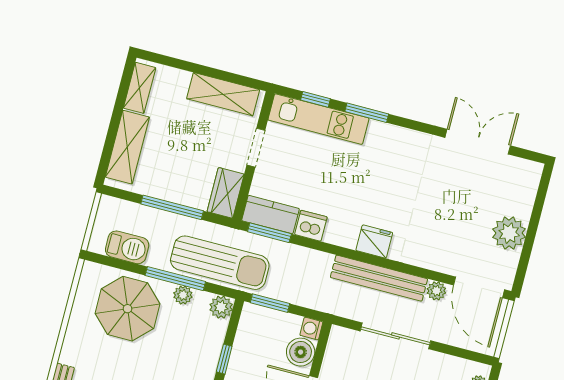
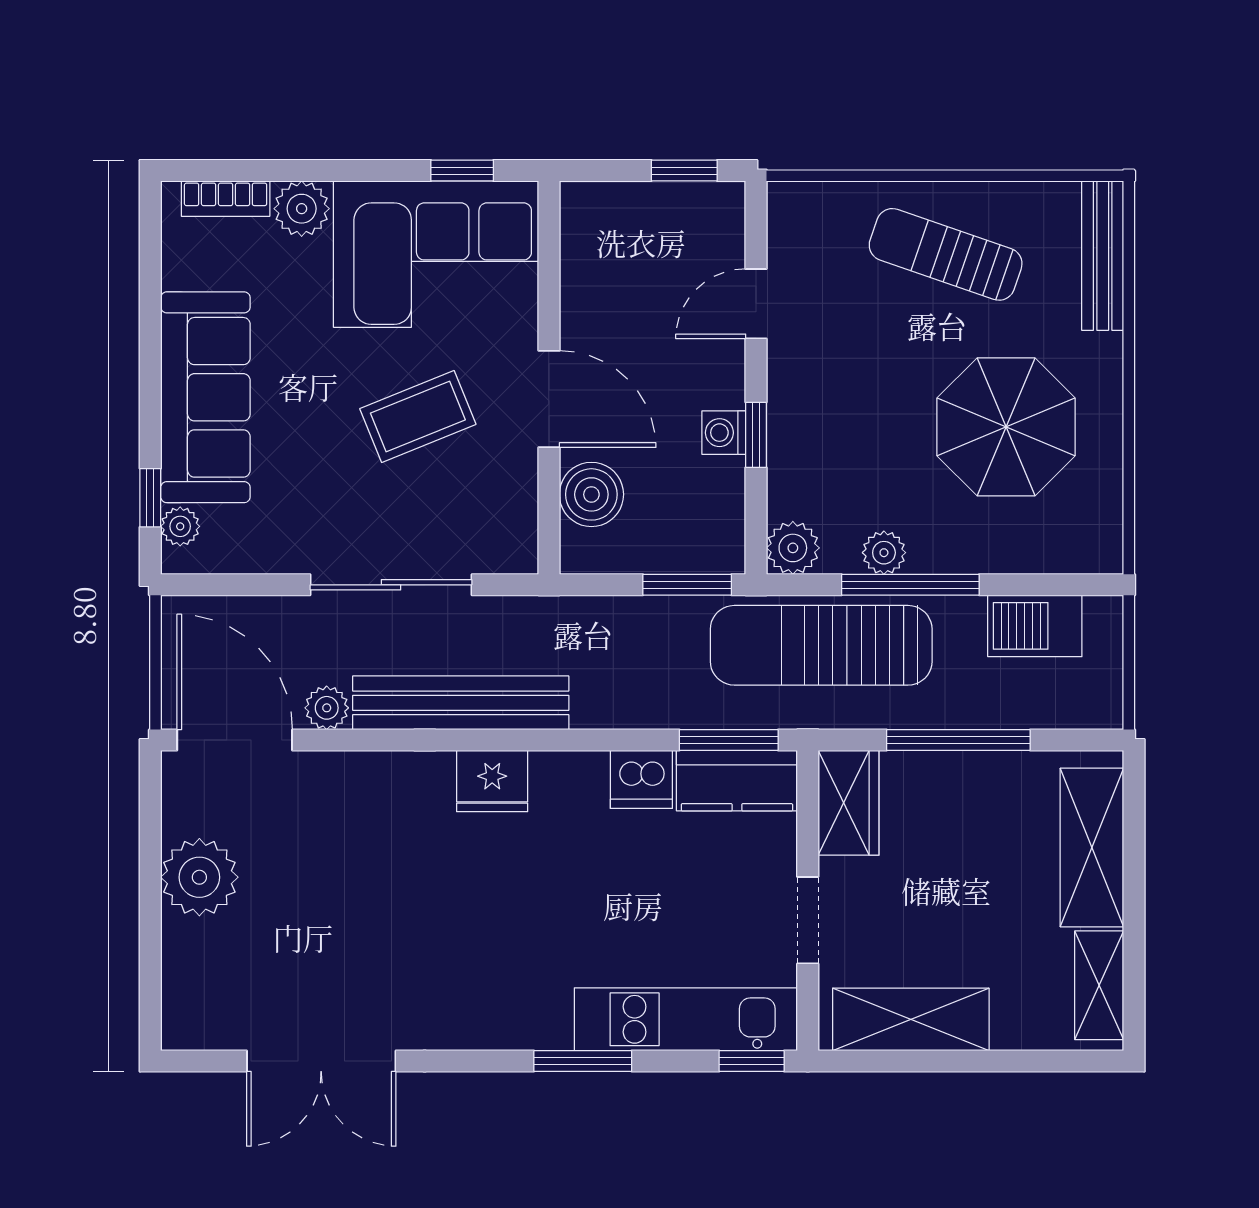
window: (315, 99) -> (752, 1061), moved
parasol: (128, 309) -> (1006, 427), moved
washing machine: (311, 329) -> (724, 433), moved, turned 180

